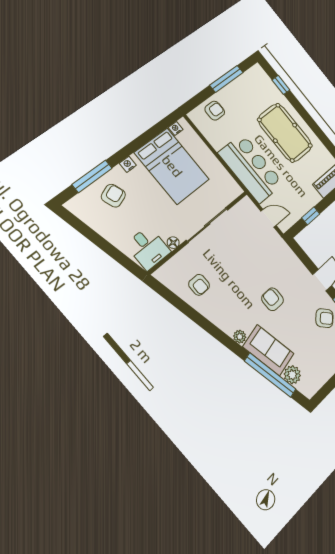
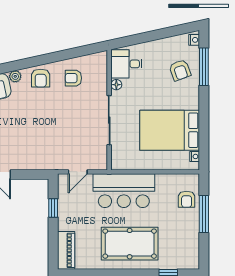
window: (226, 79) -> (204, 214), moved
nightstand: (128, 164) -> (194, 40), moved
armchair: (273, 299) -> (41, 78), moved, turned 90

